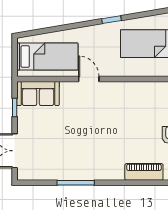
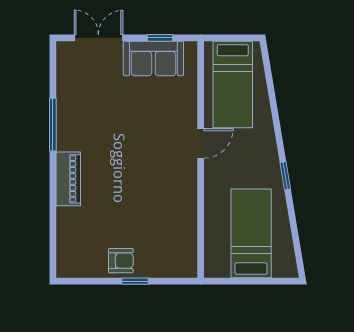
sofa: (38, 94) -> (153, 58), moved, turned -90
piano: (144, 172) -> (68, 179), moved

